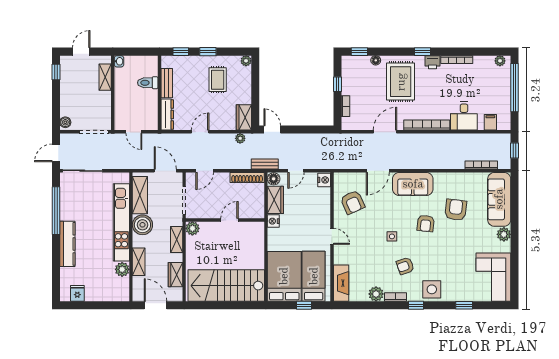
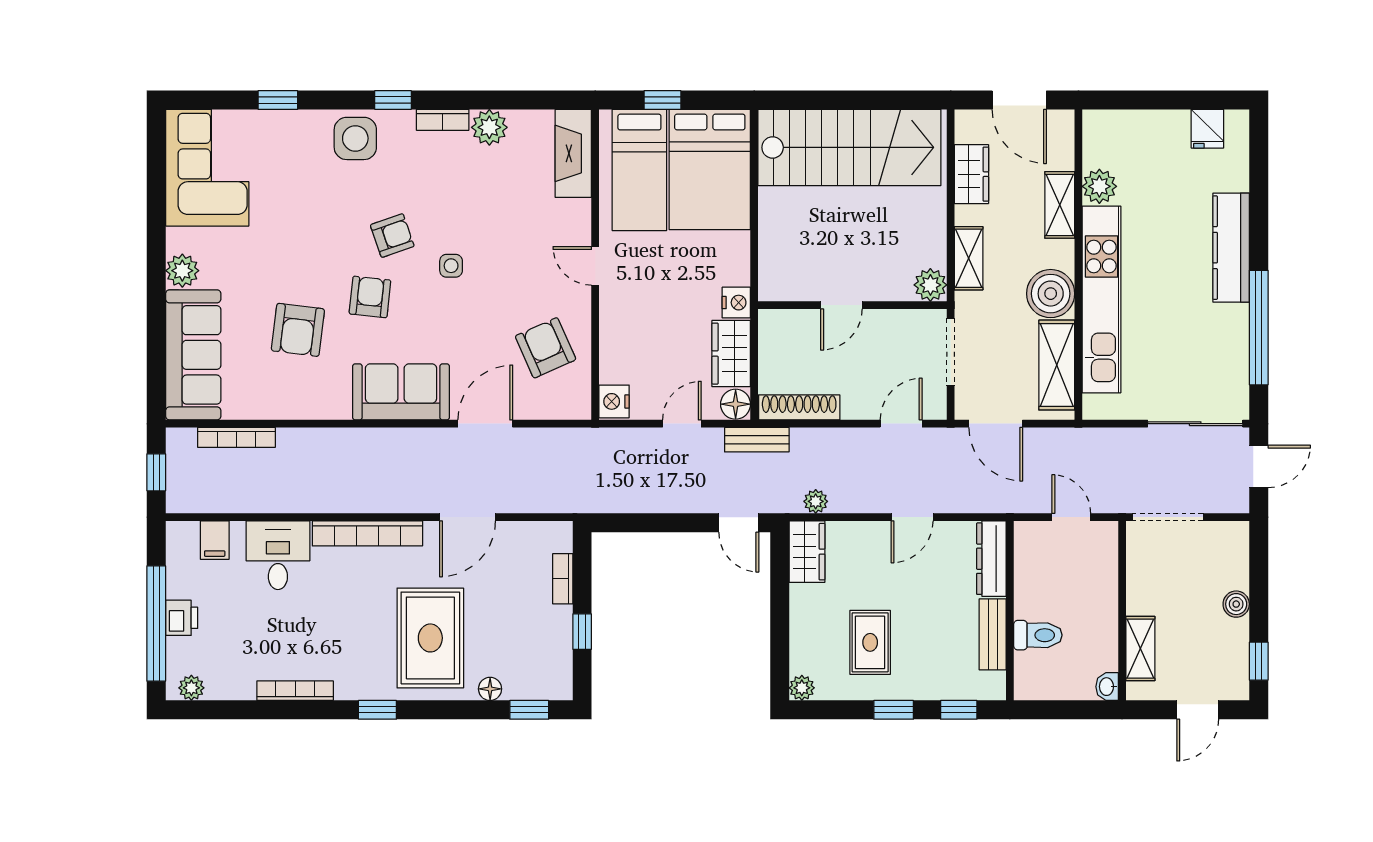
printer: (433, 62) -> (182, 618), moved, turned 90
boiler: (65, 122) -> (1236, 604), moved
armchair: (405, 266) -> (392, 236), moved

